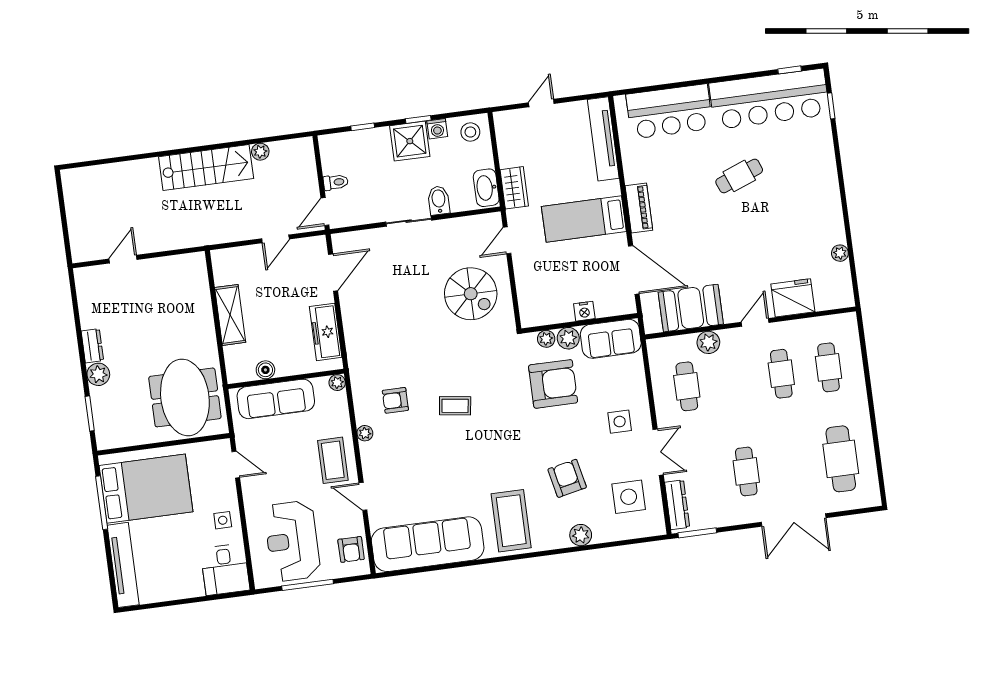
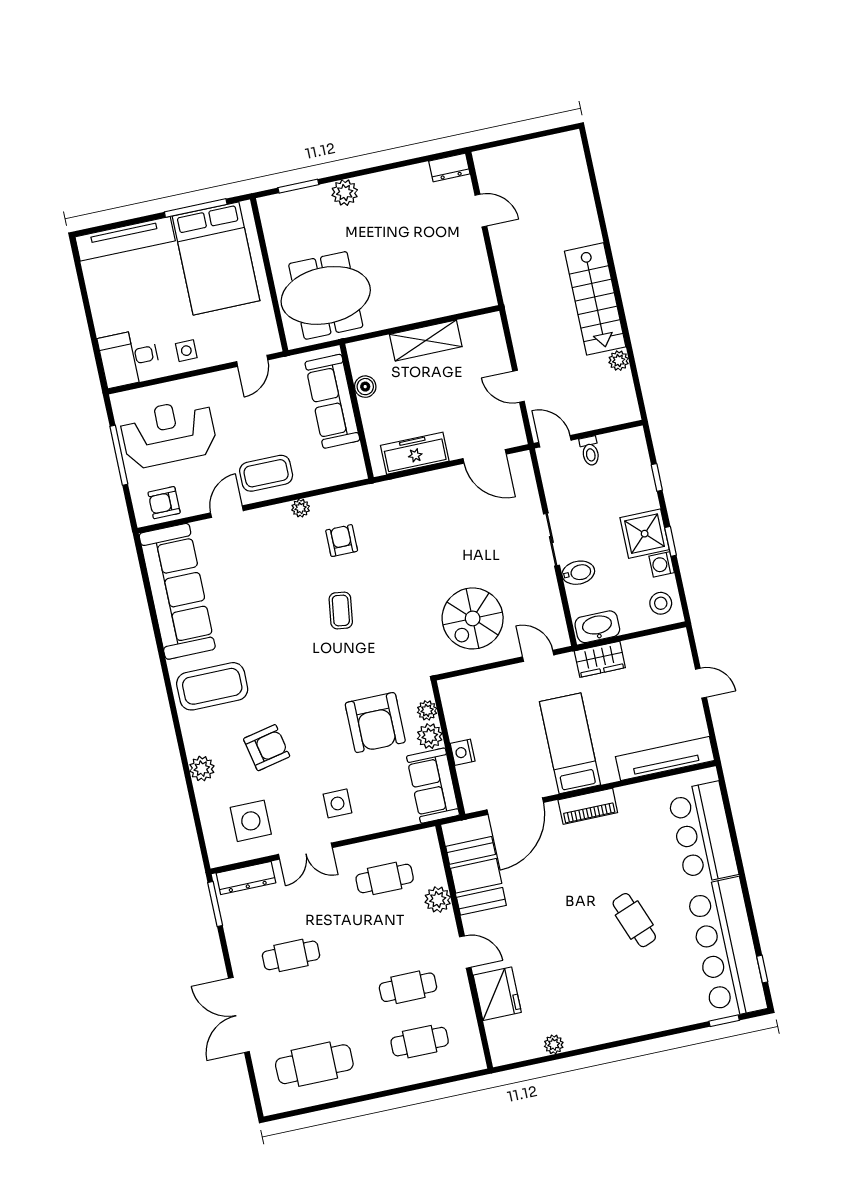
dresser: (92, 346) -> (449, 167), moved
plant: (337, 383) -> (357, 471), removed

